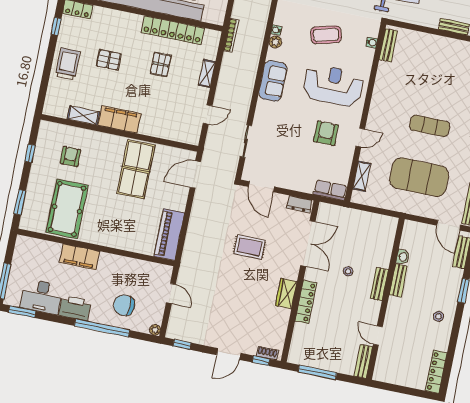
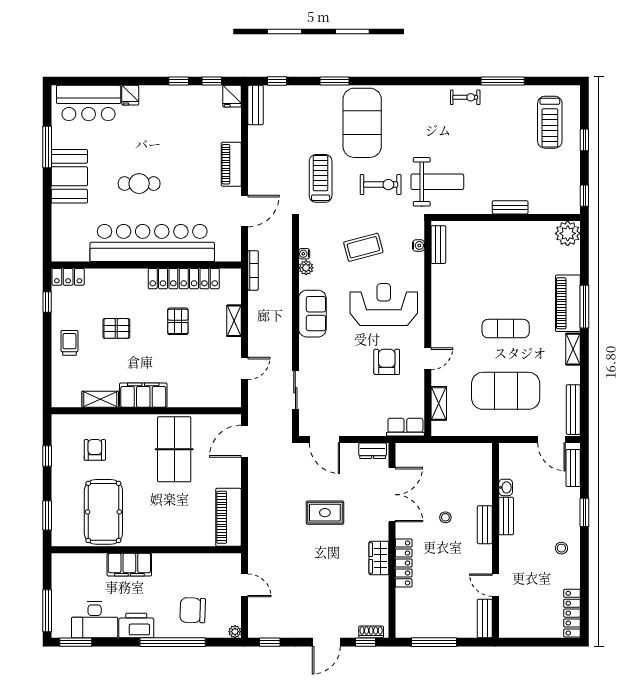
trolley: (68, 64) -> (69, 343), width x0.73, depth x0.72

